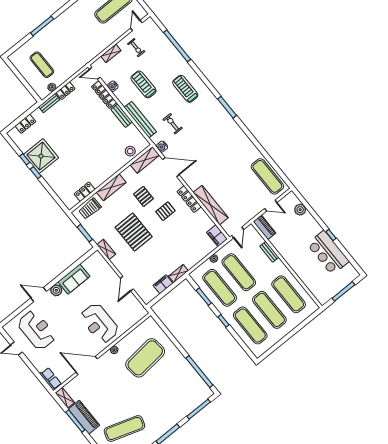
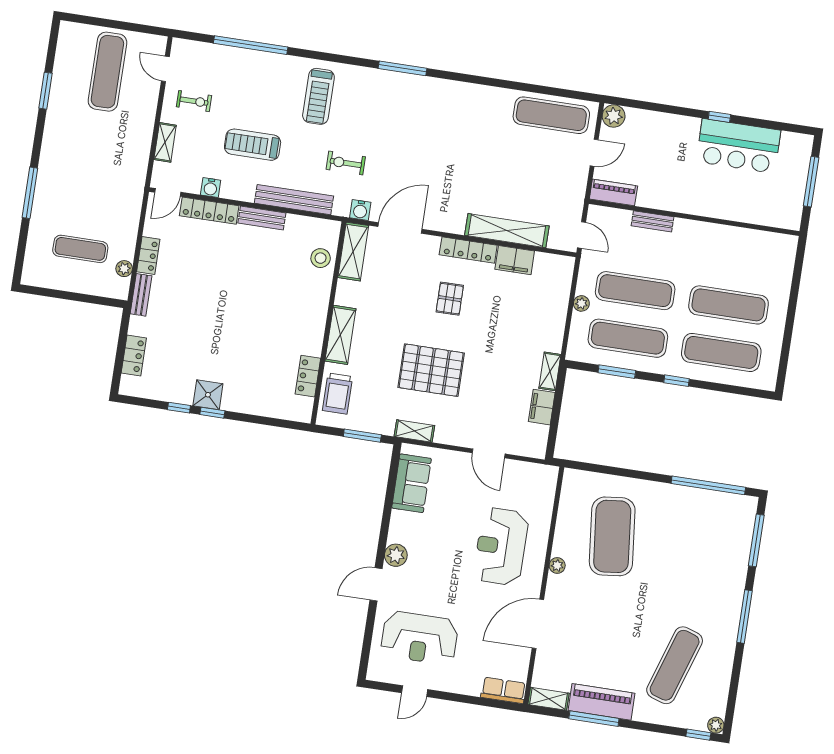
treadmill: (185, 89) -> (318, 96), turned -90
shower: (41, 156) -> (208, 395), width x0.54, depth x0.54
pallet: (143, 196) -> (399, 306), removed
plant: (300, 210) -> (614, 116), moved
filing cabinet: (217, 236) -> (515, 260), moved
sofa: (74, 279) -> (412, 483), moved
exercise mat: (289, 294) -> (736, 257), removed
reception desk: (99, 323) -> (501, 546), turned 90
reception desk: (37, 330) -> (419, 638), turned 180

